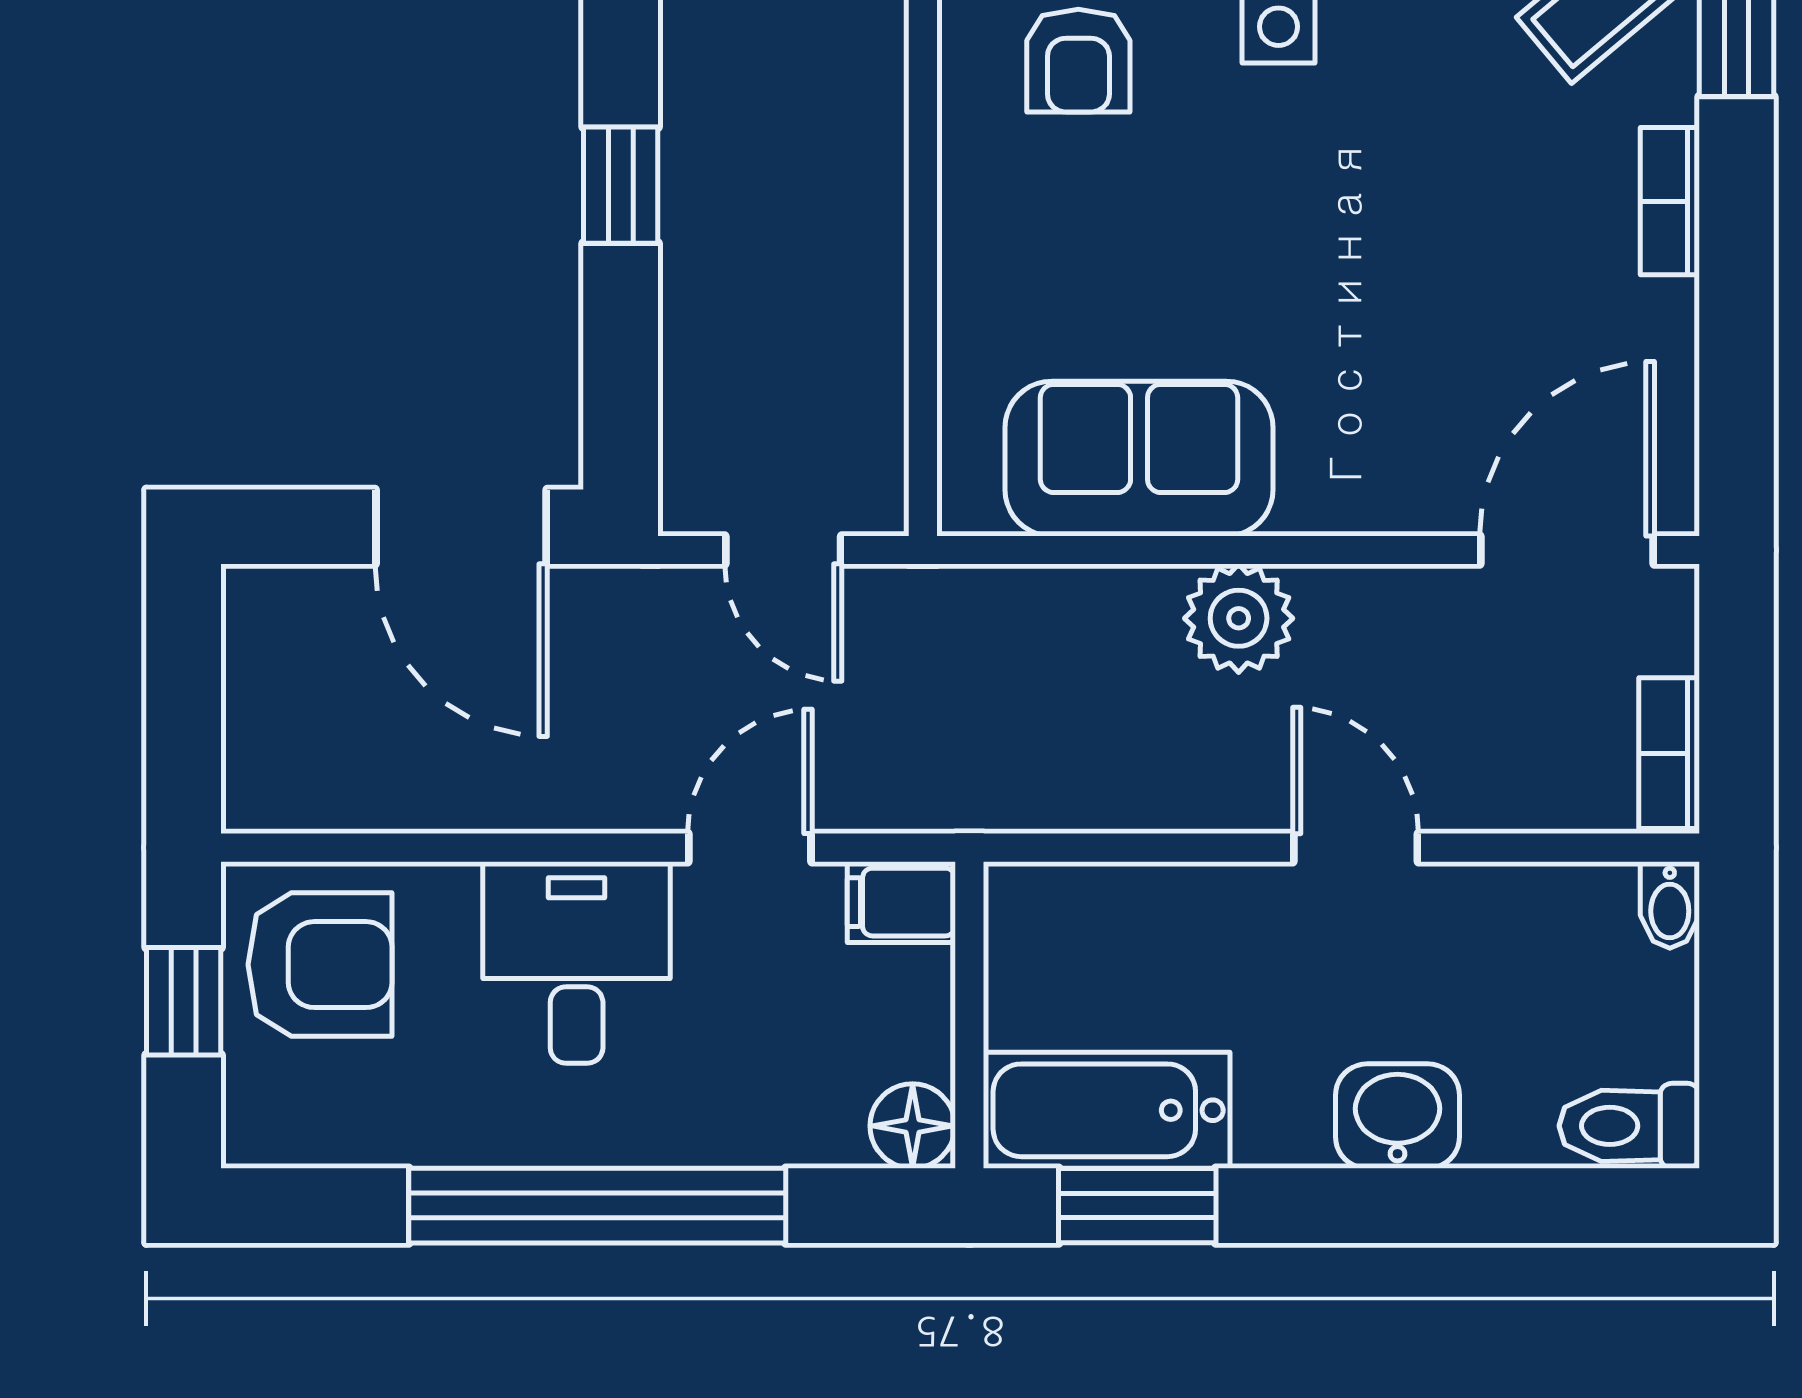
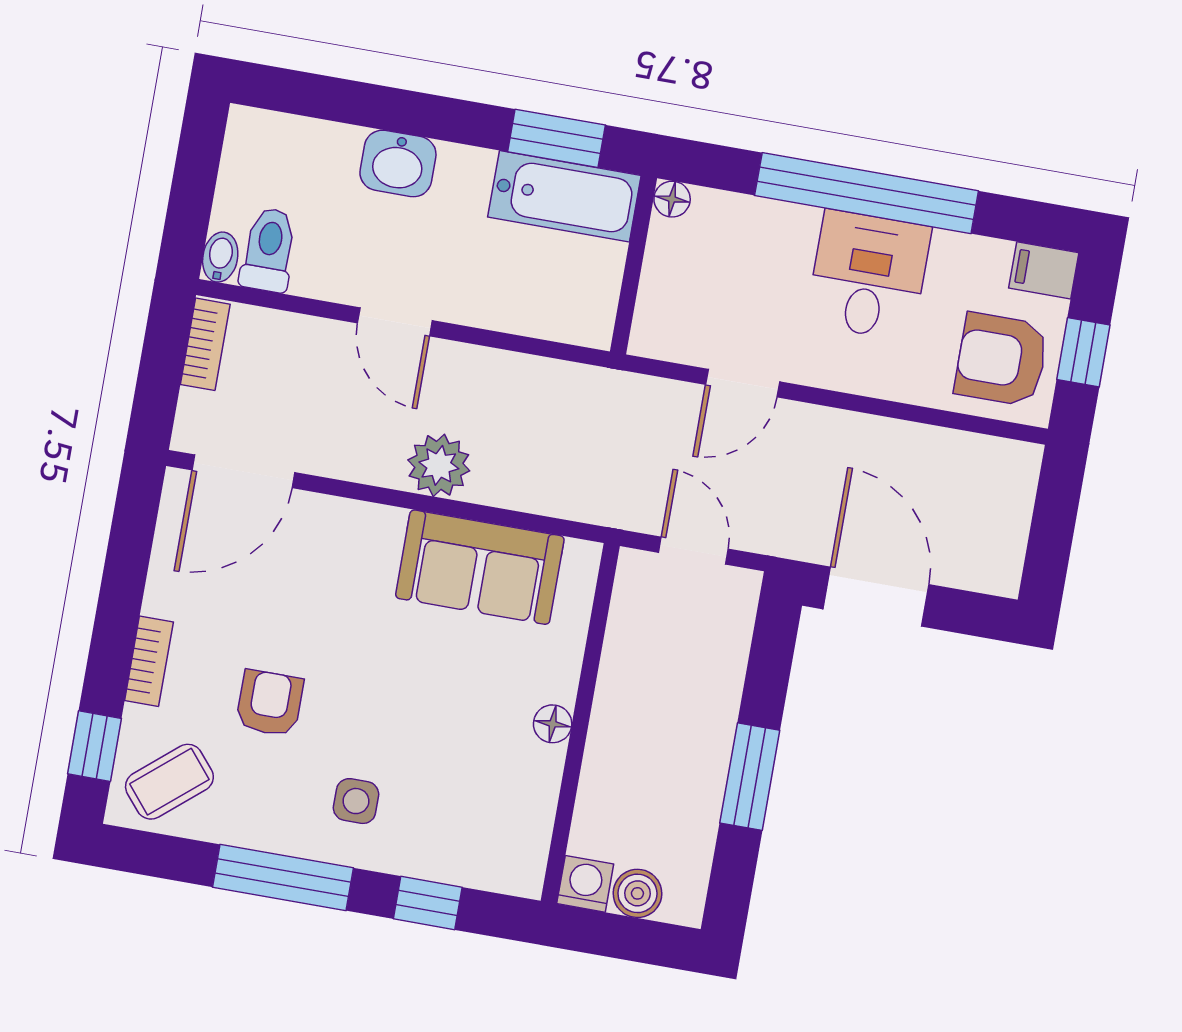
armchair: (1078, 61) -> (270, 703), moved
window: (621, 185) -> (750, 777), width x1.50
floor lamp: (969, 216) -> (553, 724), added
filing cabinet: (901, 902) -> (1044, 270), moved, turned 180
desk: (577, 962) -> (869, 275), moved, turned 180
floor lamp: (913, 1126) -> (672, 199), width x0.73, depth x0.73
toilet: (1629, 1126) -> (269, 250), moved, turned -90

